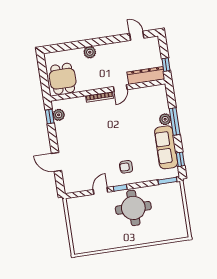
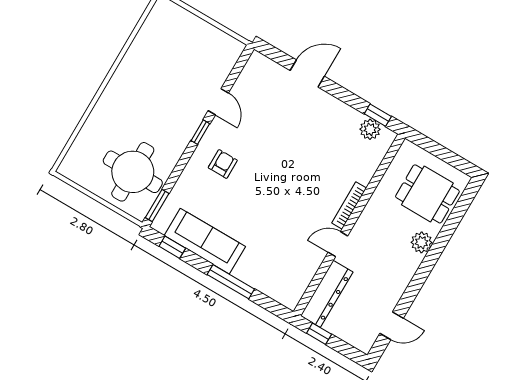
dining table: (63, 79) -> (427, 194), moved
door: (120, 88) -> (338, 244), hinge flipped
plant: (165, 119) -> (245, 271), removed
round table: (133, 208) -> (133, 172), moved

